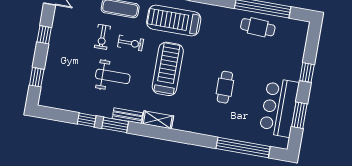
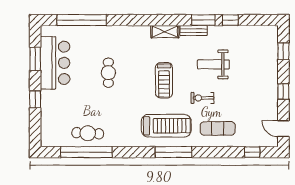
exercise bike: (102, 37) -> (229, 99), removed
treadmill: (168, 69) -> (164, 80), width x0.73, depth x0.73

